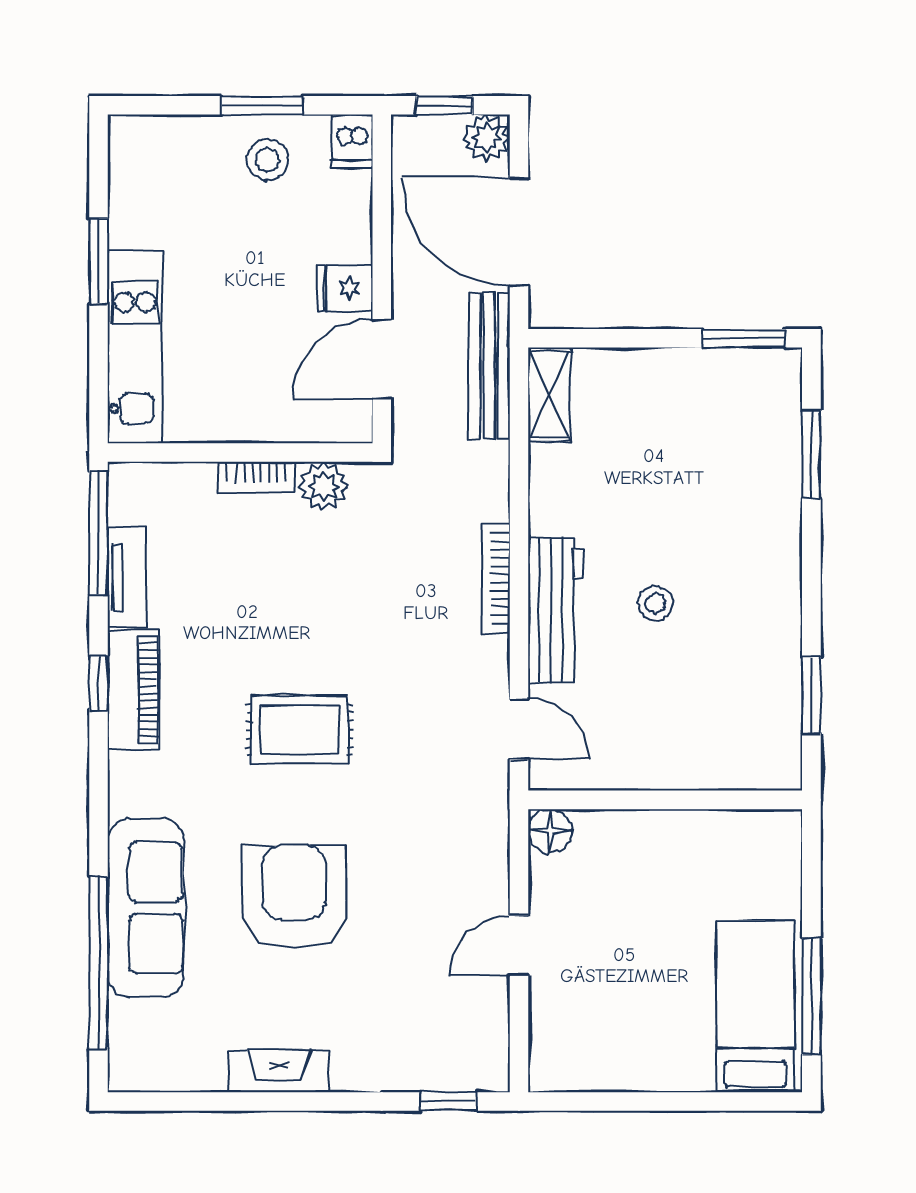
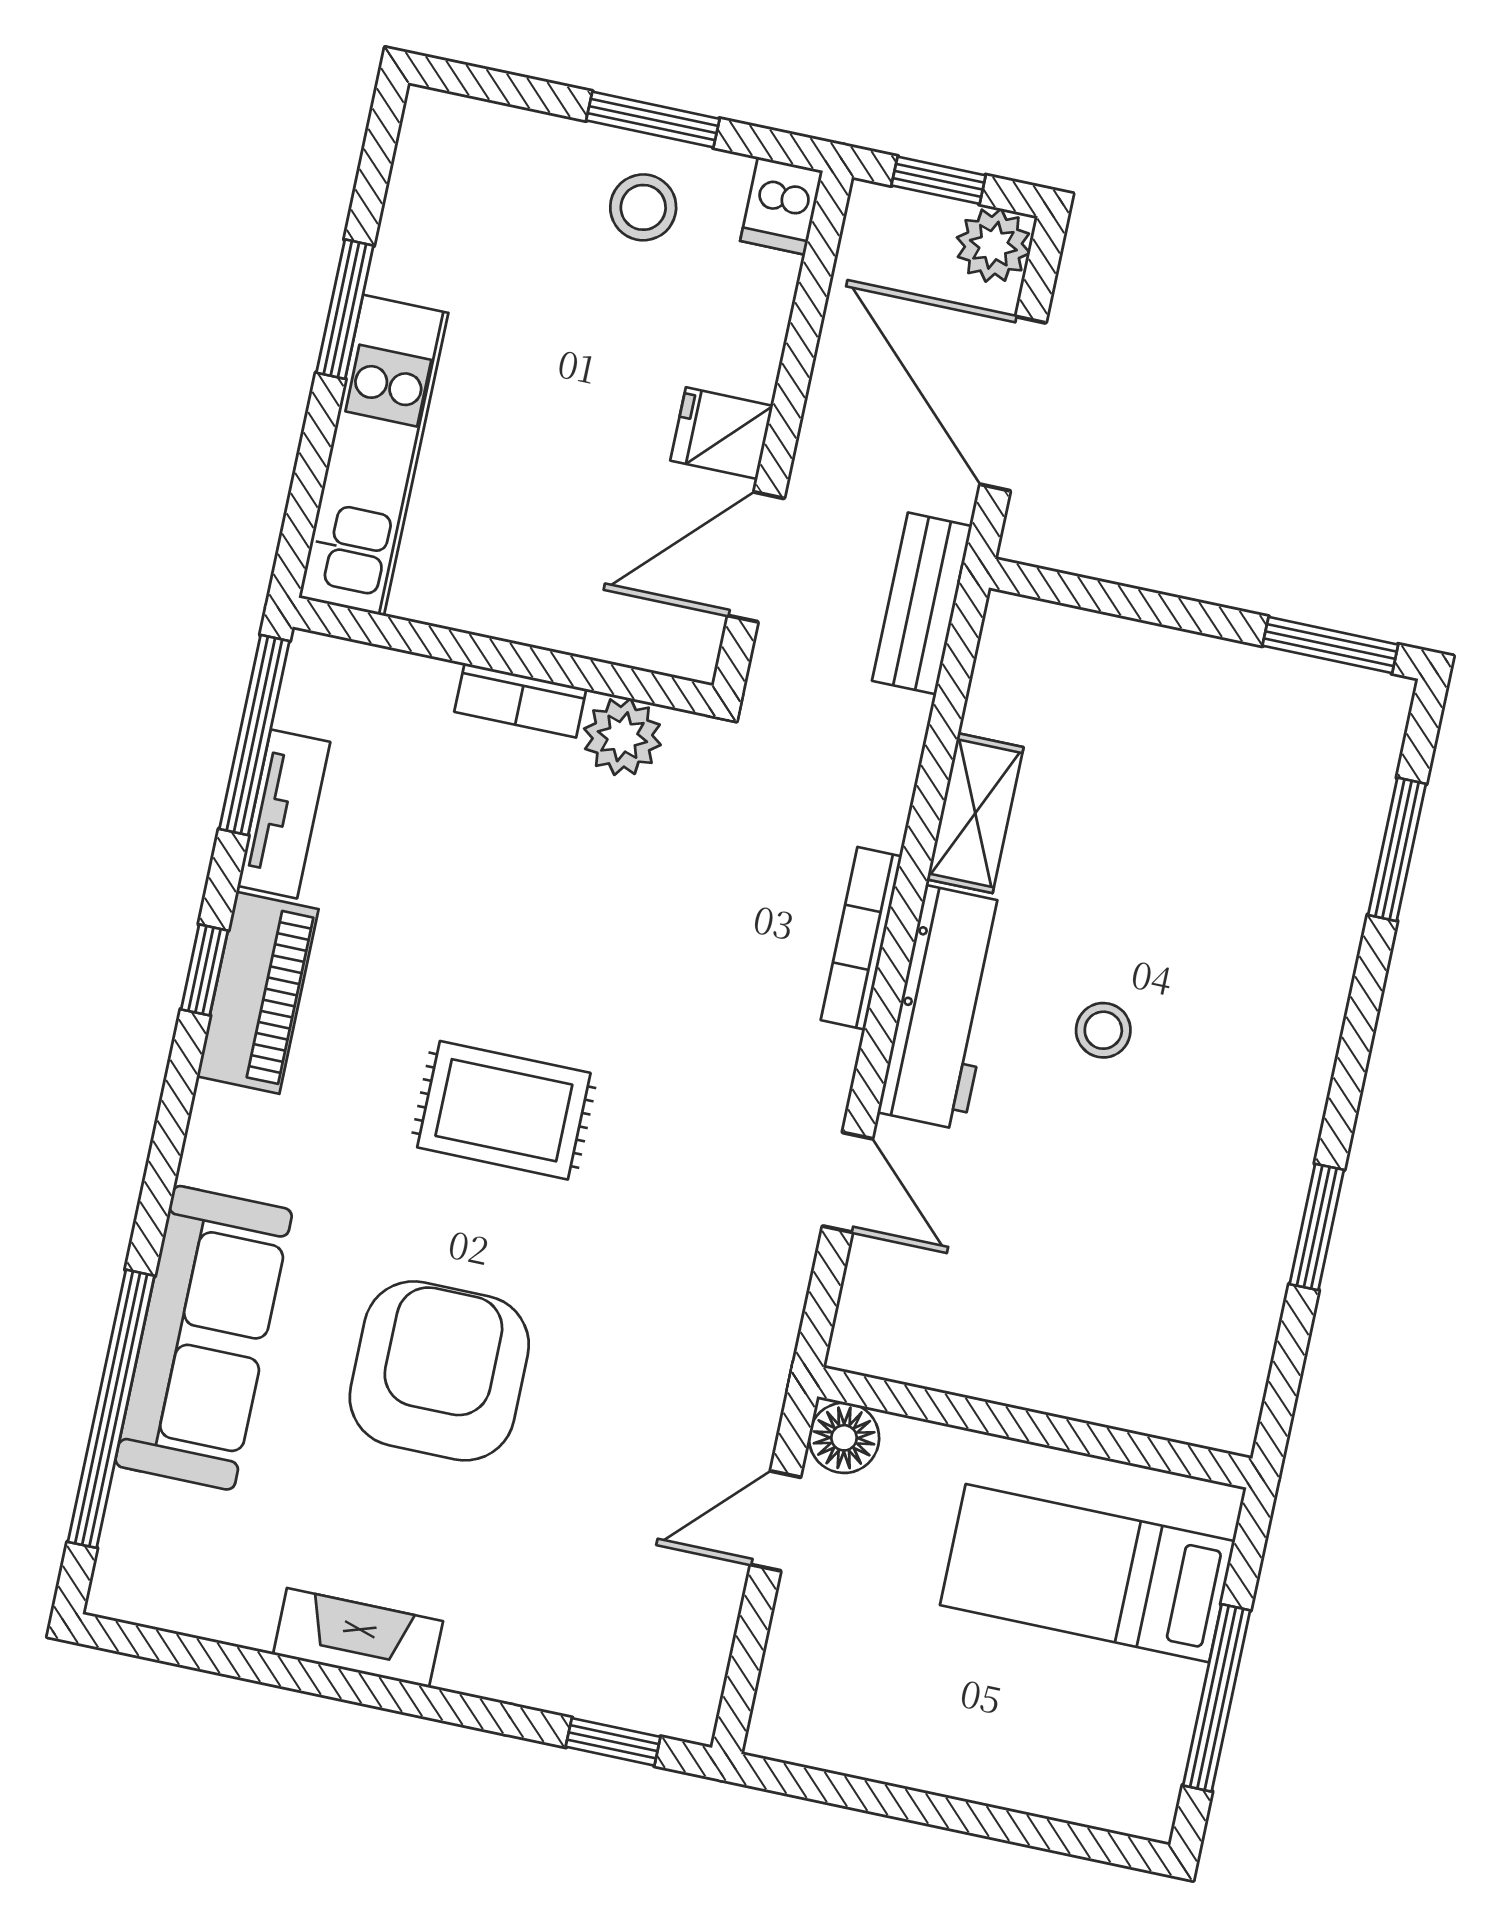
bench: (489, 366) -> (922, 603), width x0.73
shelving: (549, 394) -> (975, 813), moved
wall: (665, 800) -> (1035, 1428), moved
floor lamp: (550, 831) -> (844, 1438), moved
bed: (755, 1006) -> (1087, 1573), moved, turned -90

